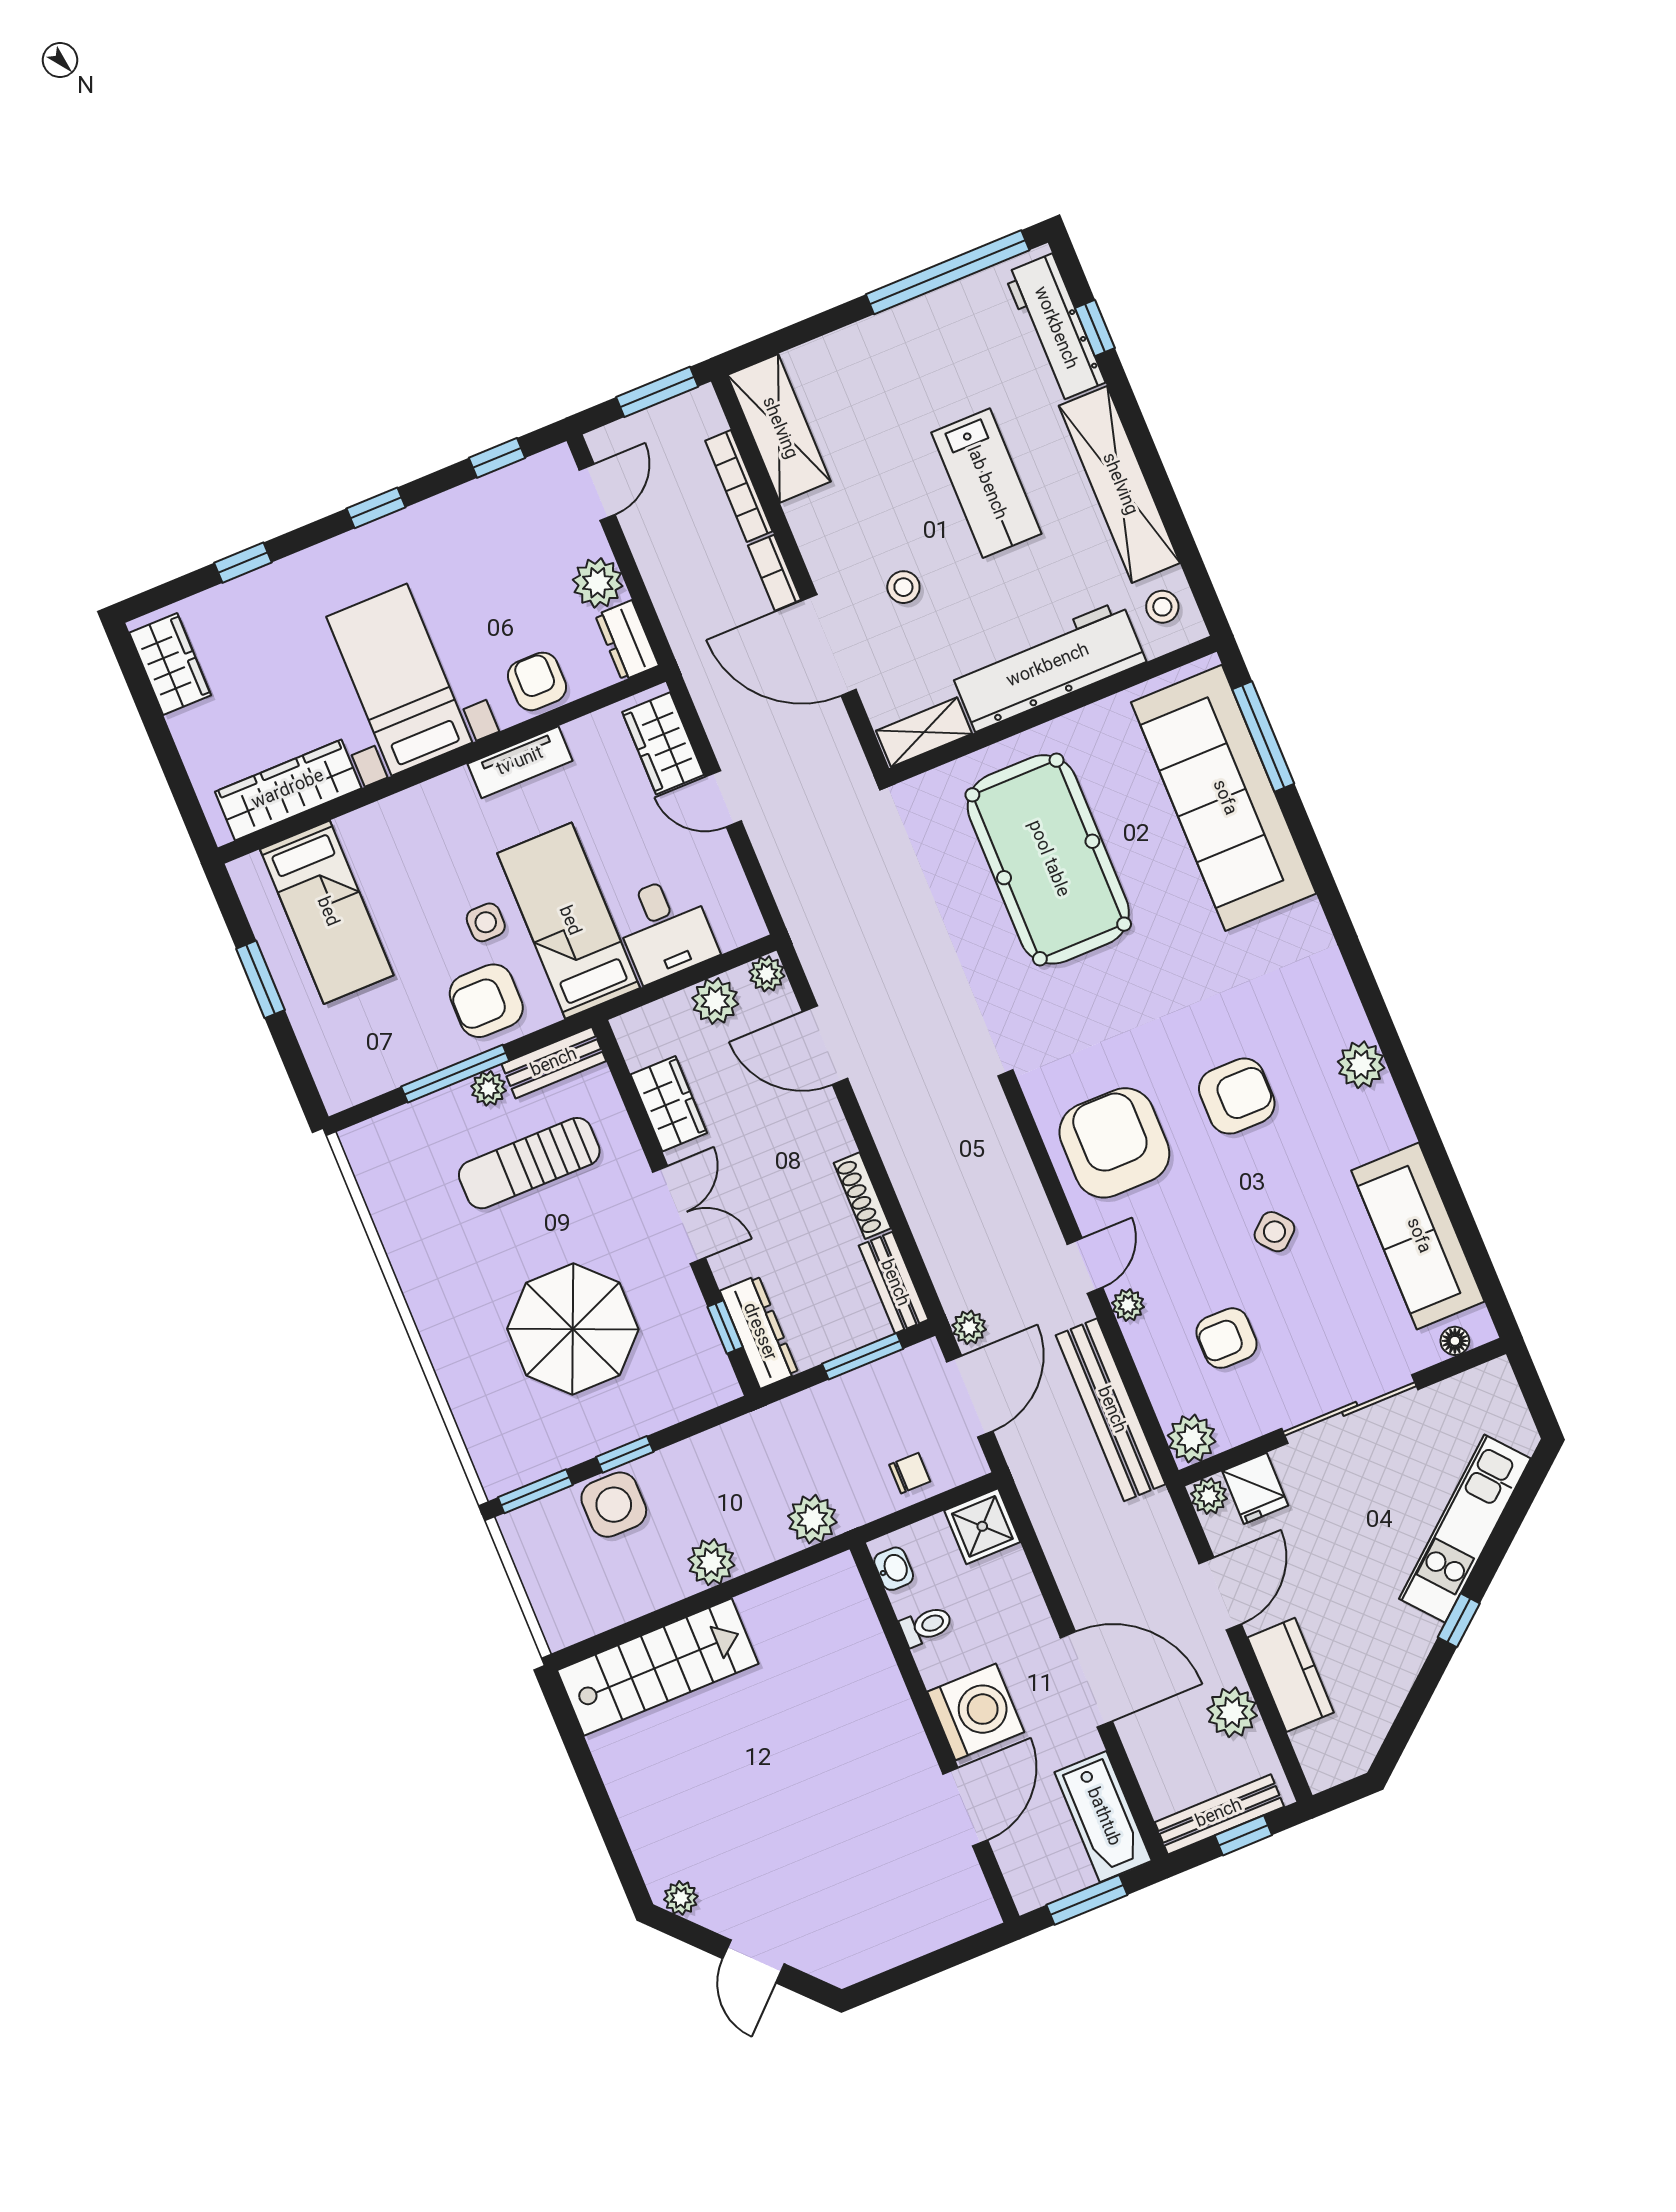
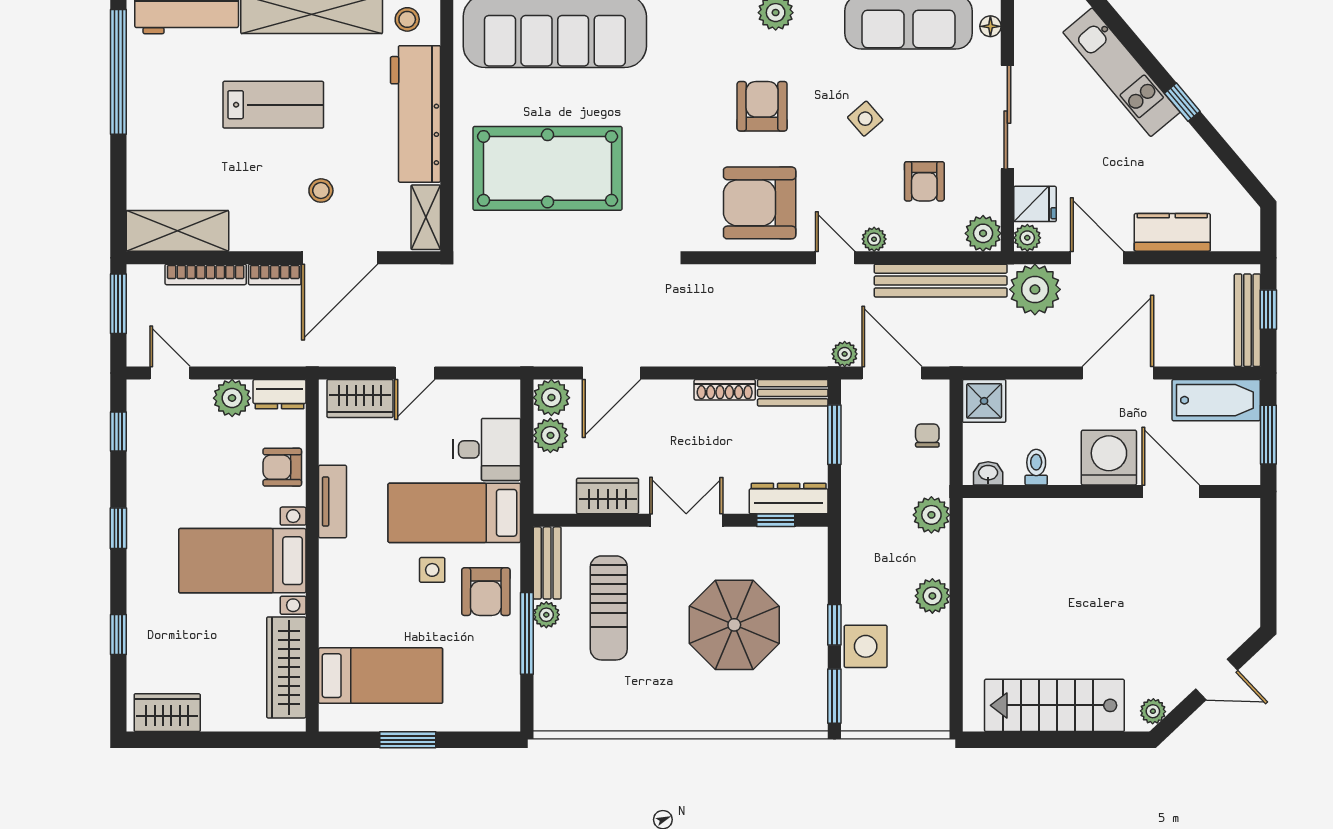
plant: (767, 974) -> (551, 398), width x1.38, depth x1.38
stairs: (658, 1667) -> (1054, 705), moved, turned -90
plant: (1232, 1712) -> (1035, 289), moved, width x1.36, depth x1.36

